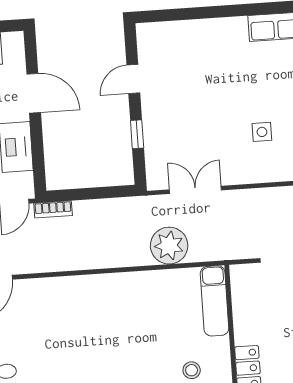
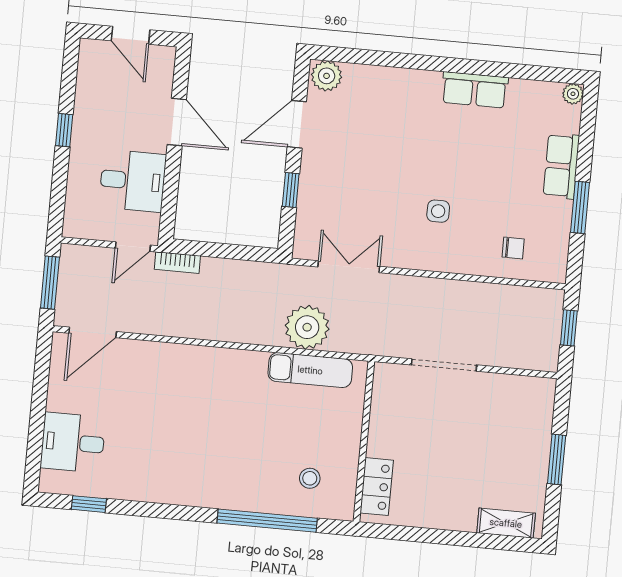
plant: (151, 35) -> (327, 76), added
door: (133, 79) -> (297, 124), width x1.38
exam couch: (215, 301) -> (310, 370), moved, turned -90

